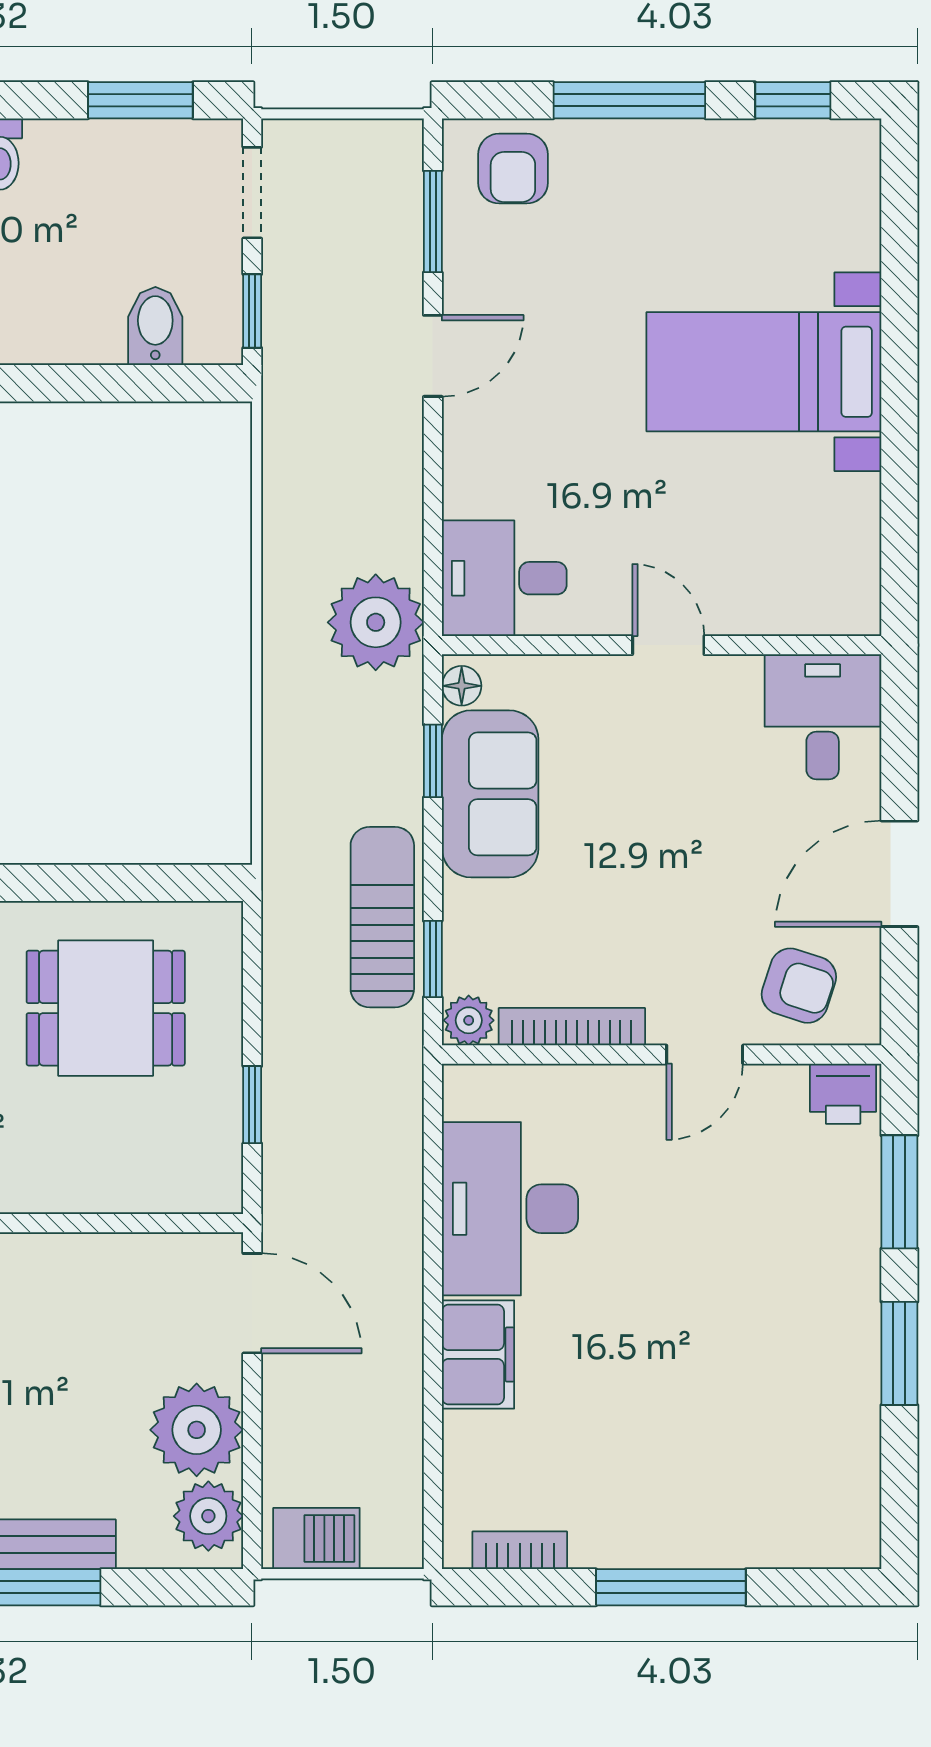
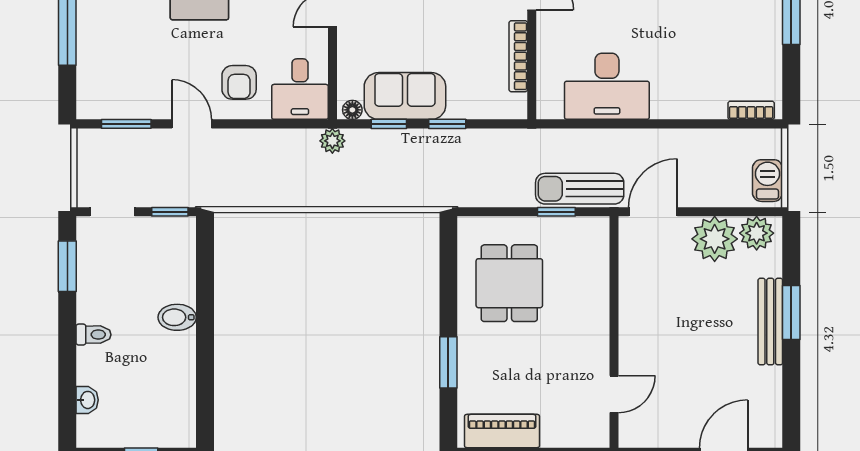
armchair: (513, 169) -> (239, 82), moved, turned 90
bidet: (155, 326) -> (177, 317), moved
plant: (376, 622) -> (332, 141), width x0.53, depth x0.53
sun lounger: (382, 917) -> (580, 189), moved
window: (433, 959) -> (447, 124), moved
plant: (469, 1020) -> (515, 106), removed
filing cabinet: (478, 1355) -> (678, 102), removed
bookcase: (520, 1550) -> (751, 110), moved, turned 90

